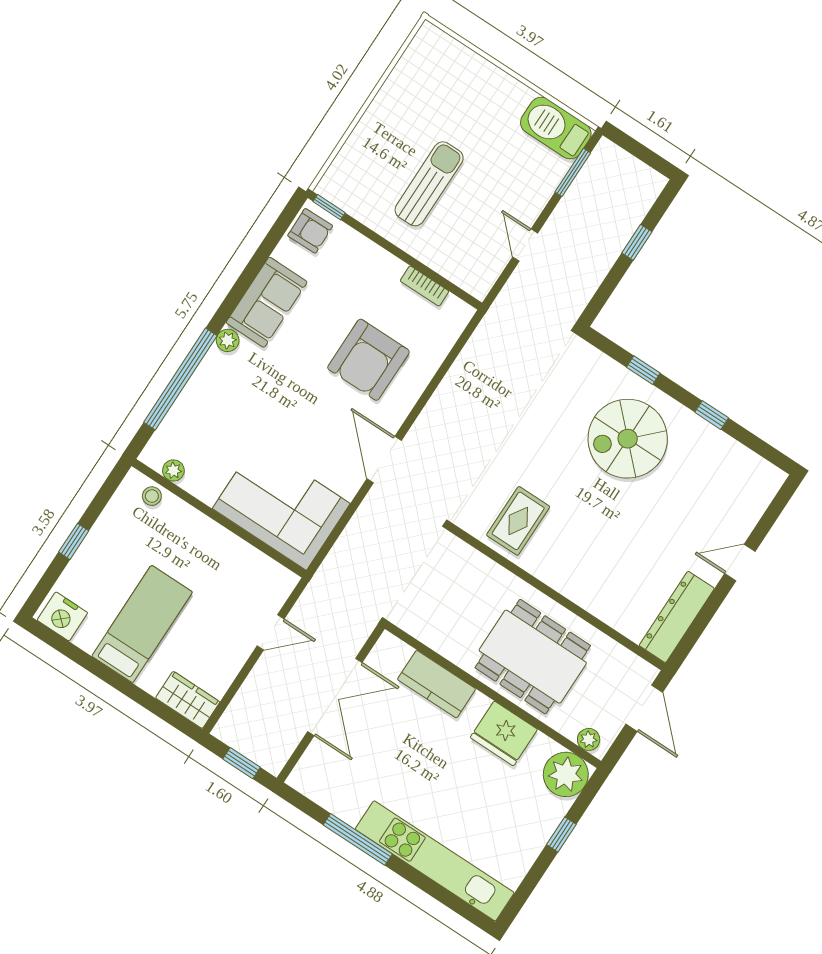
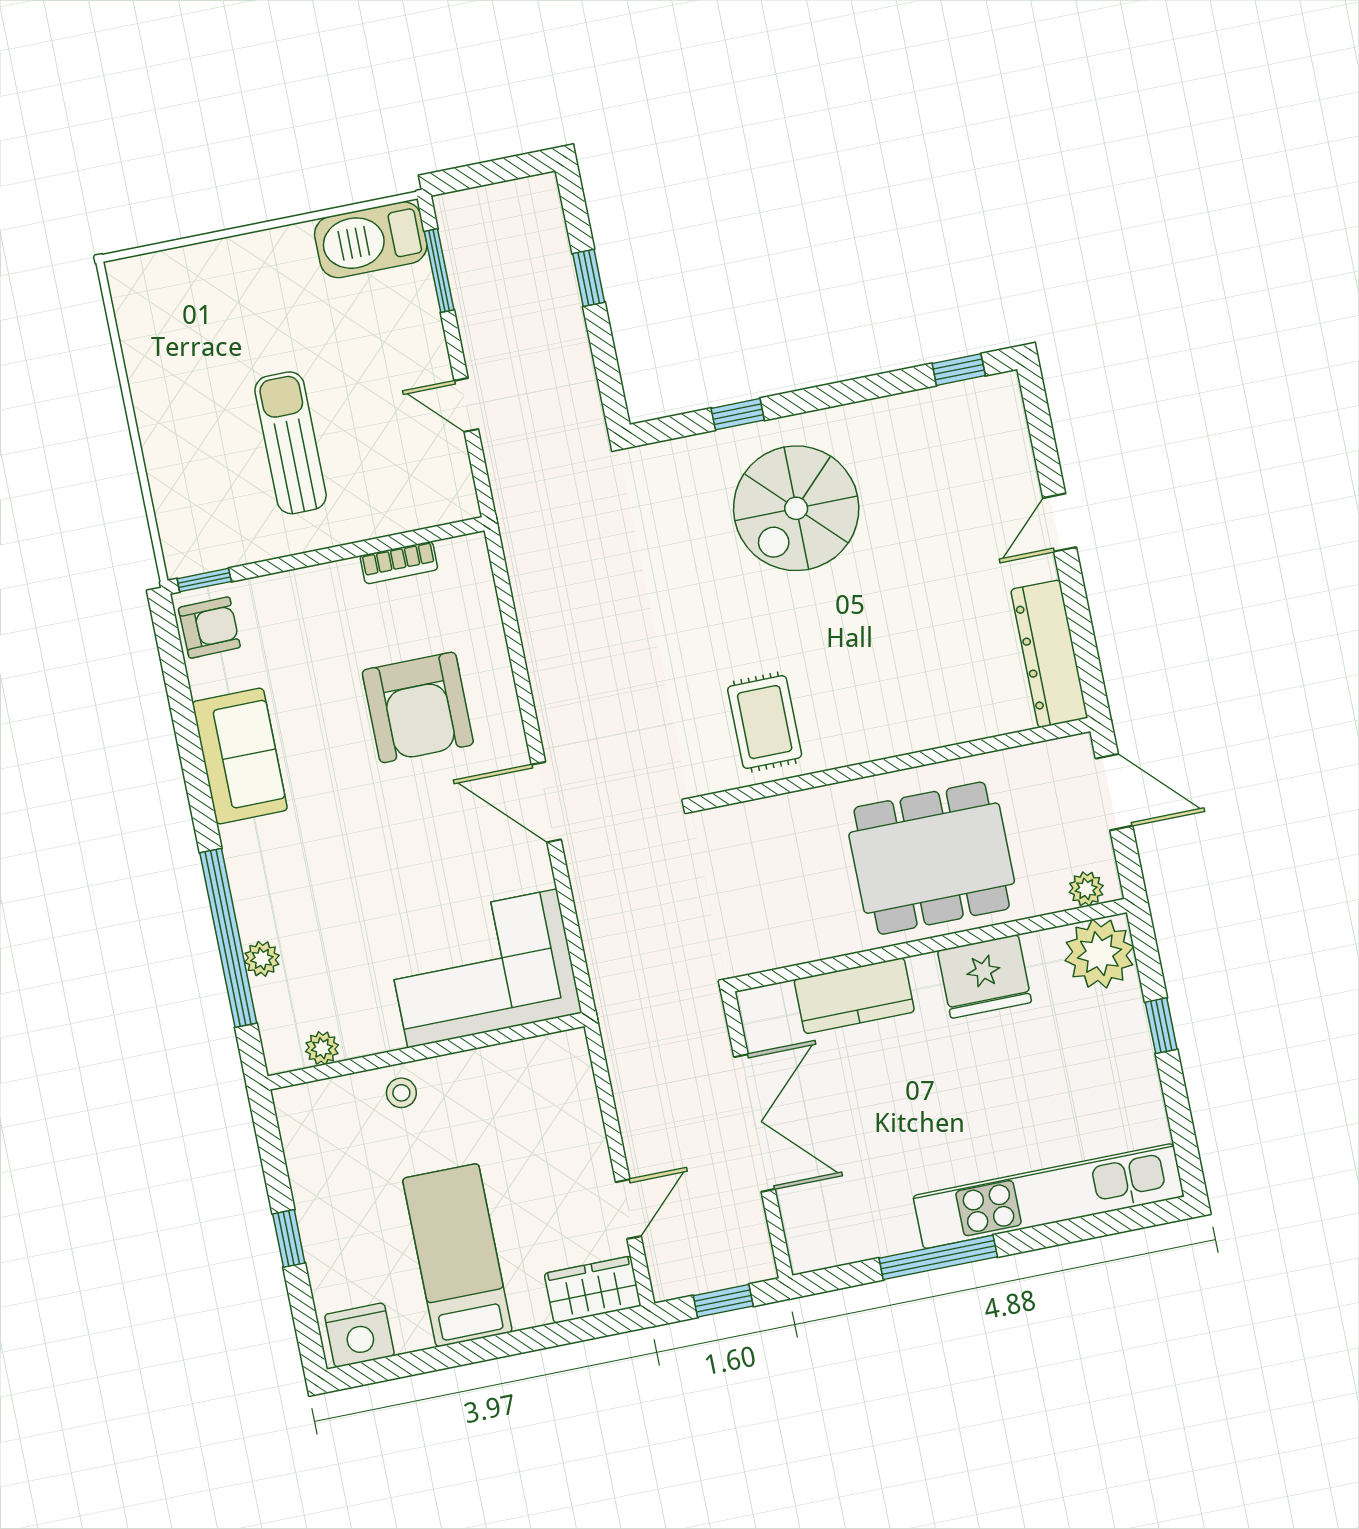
plant: (228, 340) -> (262, 959), moved
window: (712, 415) -> (959, 370), moved
stool: (152, 496) -> (401, 1093), moved
door: (271, 632) -> (628, 1209), moved

